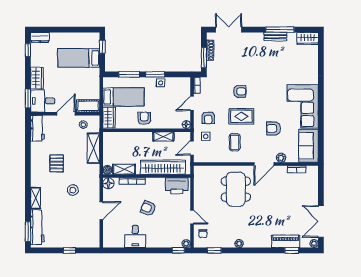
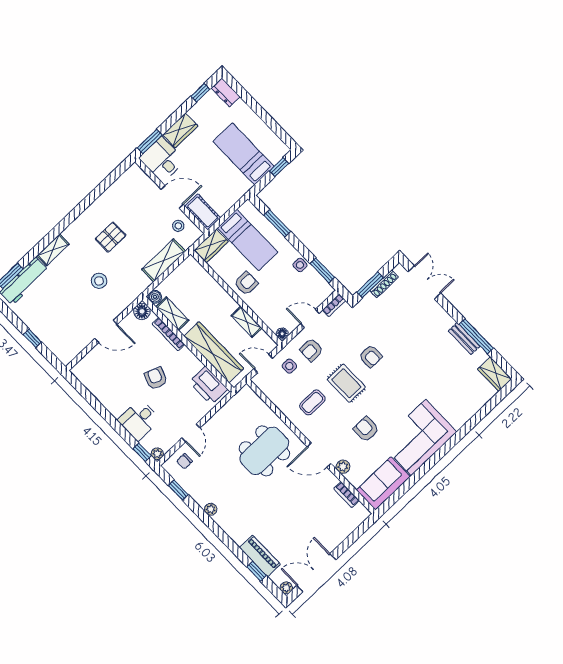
window: (155, 74) -> (322, 270), moved
workbench: (37, 128) -> (128, 182), removed
desk: (135, 236) -> (139, 420), moved

